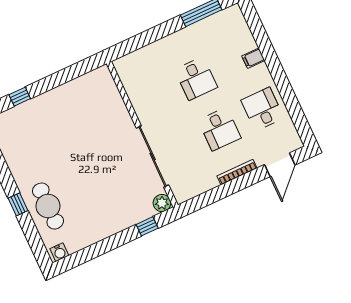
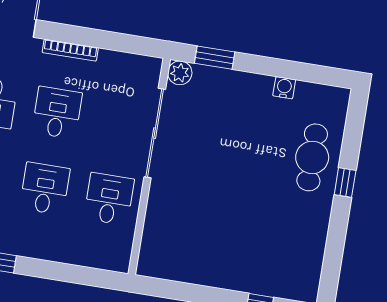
desk: (153, 98) -> (109, 199), added
window: (147, 226) -> (215, 58), width x1.50
water cooler: (59, 252) -> (284, 88), moved

